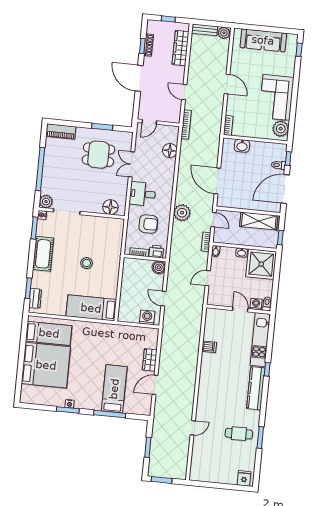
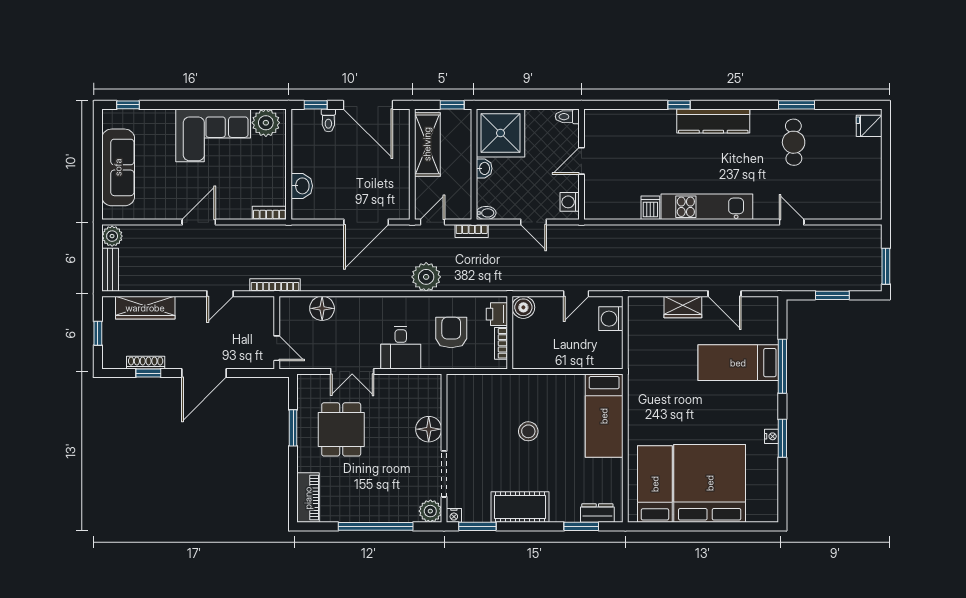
floor lamp: (110, 207) -> (429, 429), moved
washing machine: (256, 304) -> (570, 202), moved
kitchen unit: (260, 340) -> (707, 207), moved, turned 180

